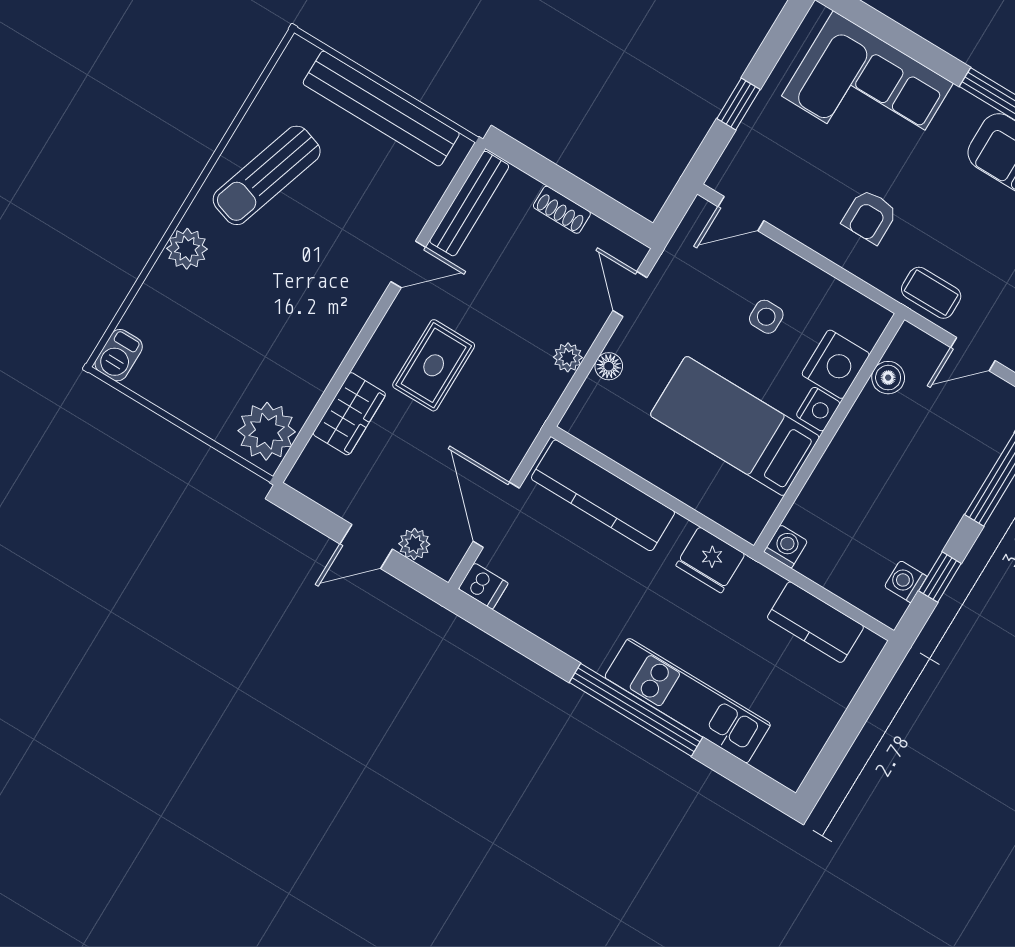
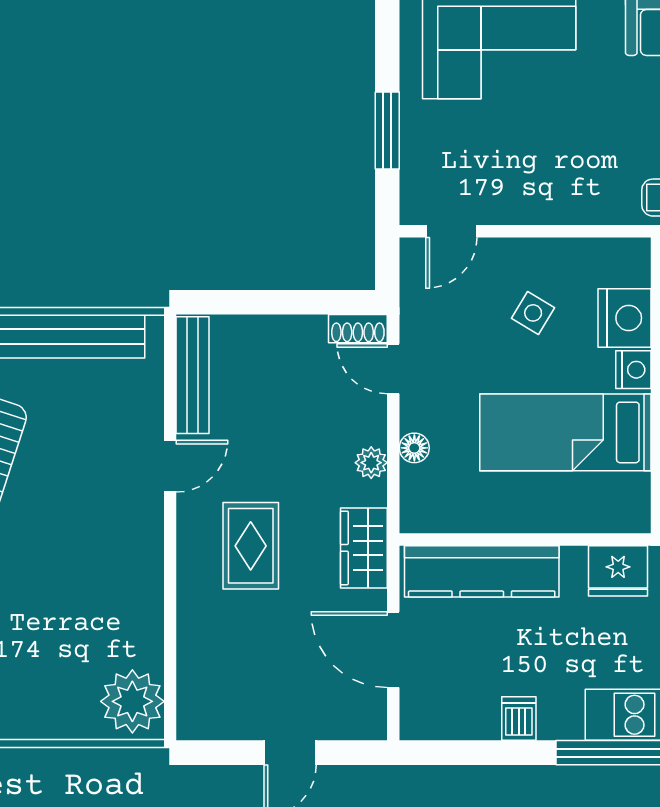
window: (738, 104) -> (387, 130), width x1.50
shoe rack: (562, 210) -> (358, 329), moved
armchair: (870, 216) -> (573, 161), removed
side table: (766, 317) -> (533, 313), turned 31
wardrobe: (349, 414) -> (364, 548), moved, turned 180
plant: (414, 544) -> (334, 723), removed
dishwasher: (483, 586) -> (519, 718), moved, turned -90

